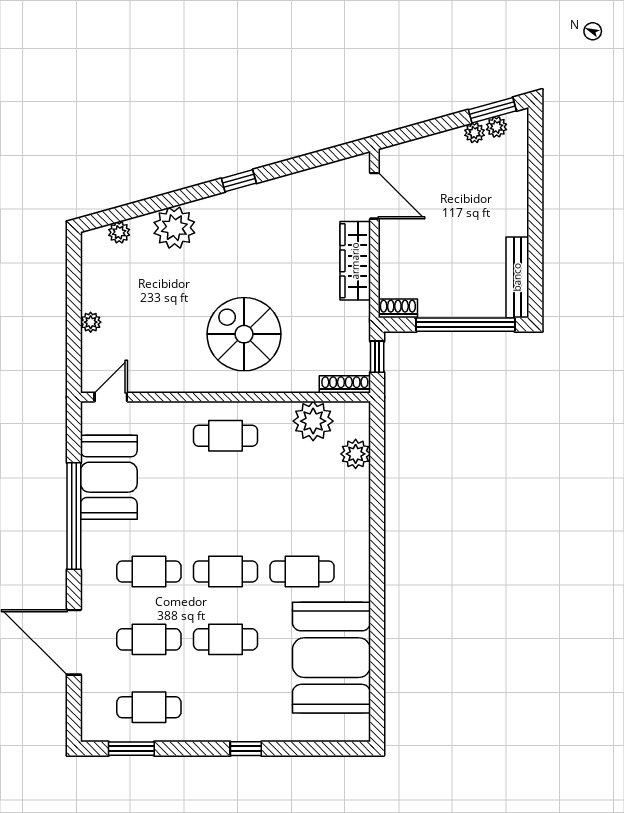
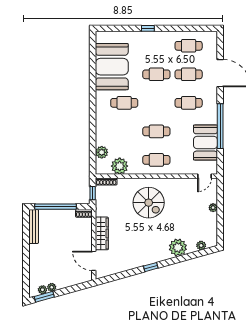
cafe table: (225, 571) -> (156, 131), moved
window: (131, 749) -> (196, 28), removed

